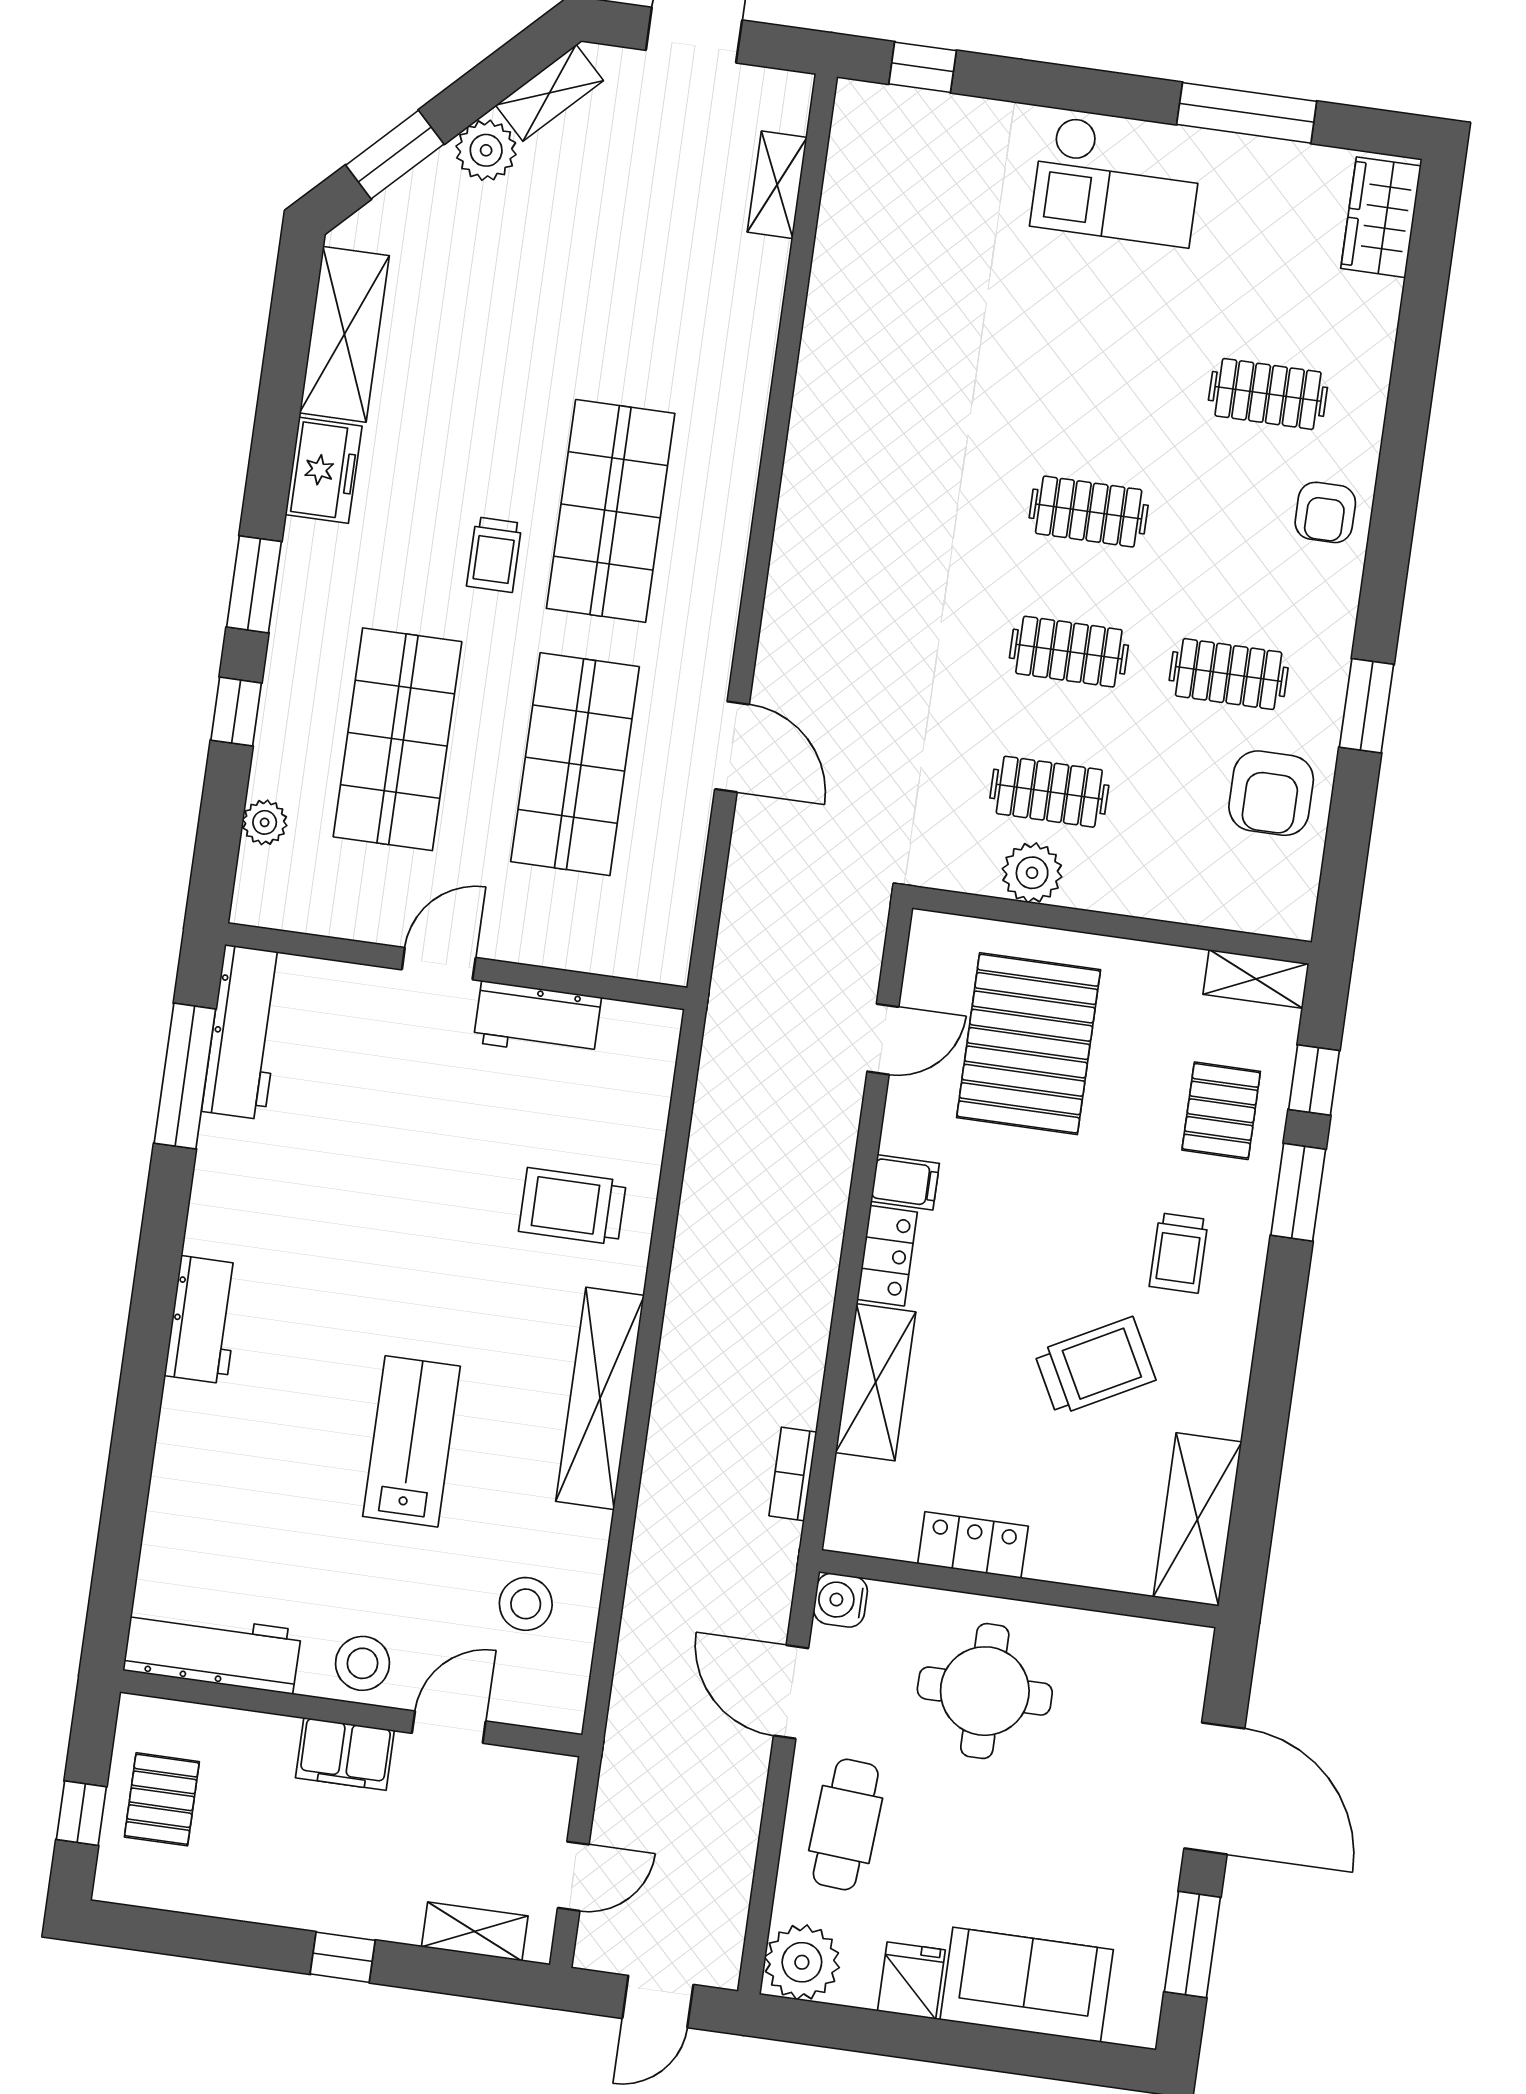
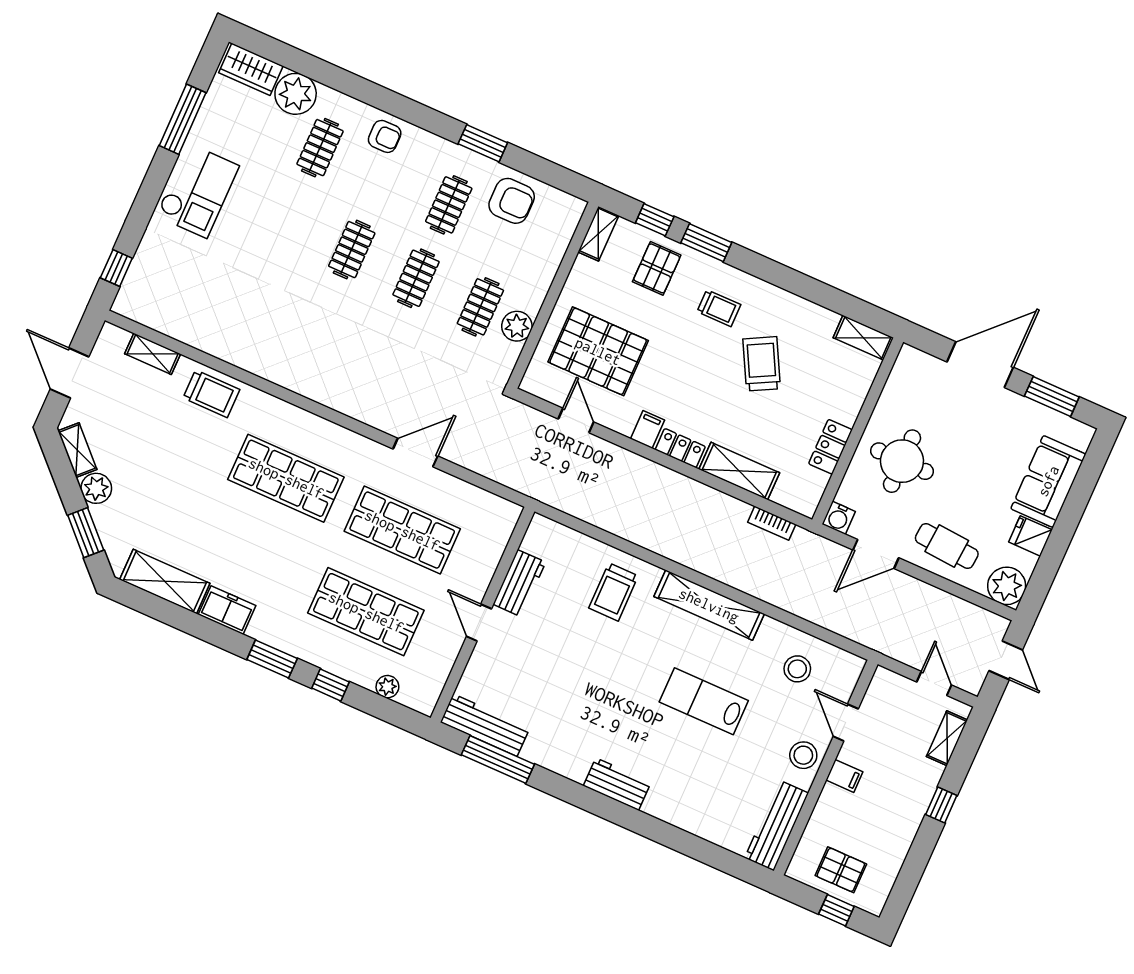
plant: (1358, 317) -> (296, 94), added
trolley: (494, 555) -> (211, 394), moved, width x1.36, depth x1.39
pallet: (1221, 1111) -> (657, 268), turned 90
shelving: (1197, 1519) -> (863, 338), width x0.67, depth x0.75
filing cabinet: (345, 1754) -> (844, 776), width x0.50

